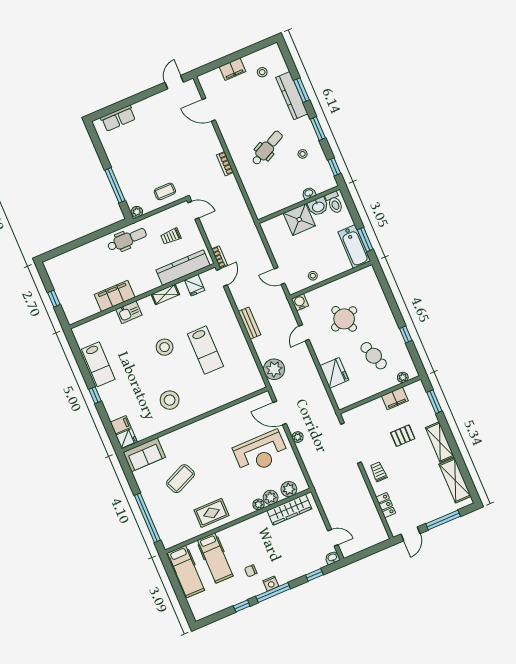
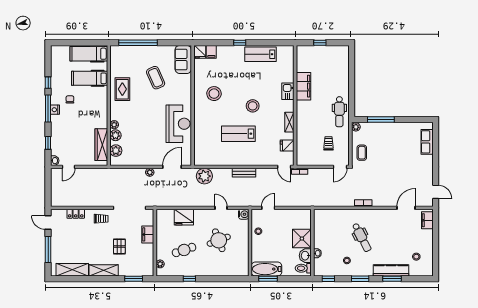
filing cabinet: (233, 69) -> (427, 220), moved
kitchen counter: (183, 268) -> (303, 143), removed
filing cabinet: (395, 398) -> (148, 234), moved
reception desk: (261, 452) -> (178, 124), moved, turned 180

